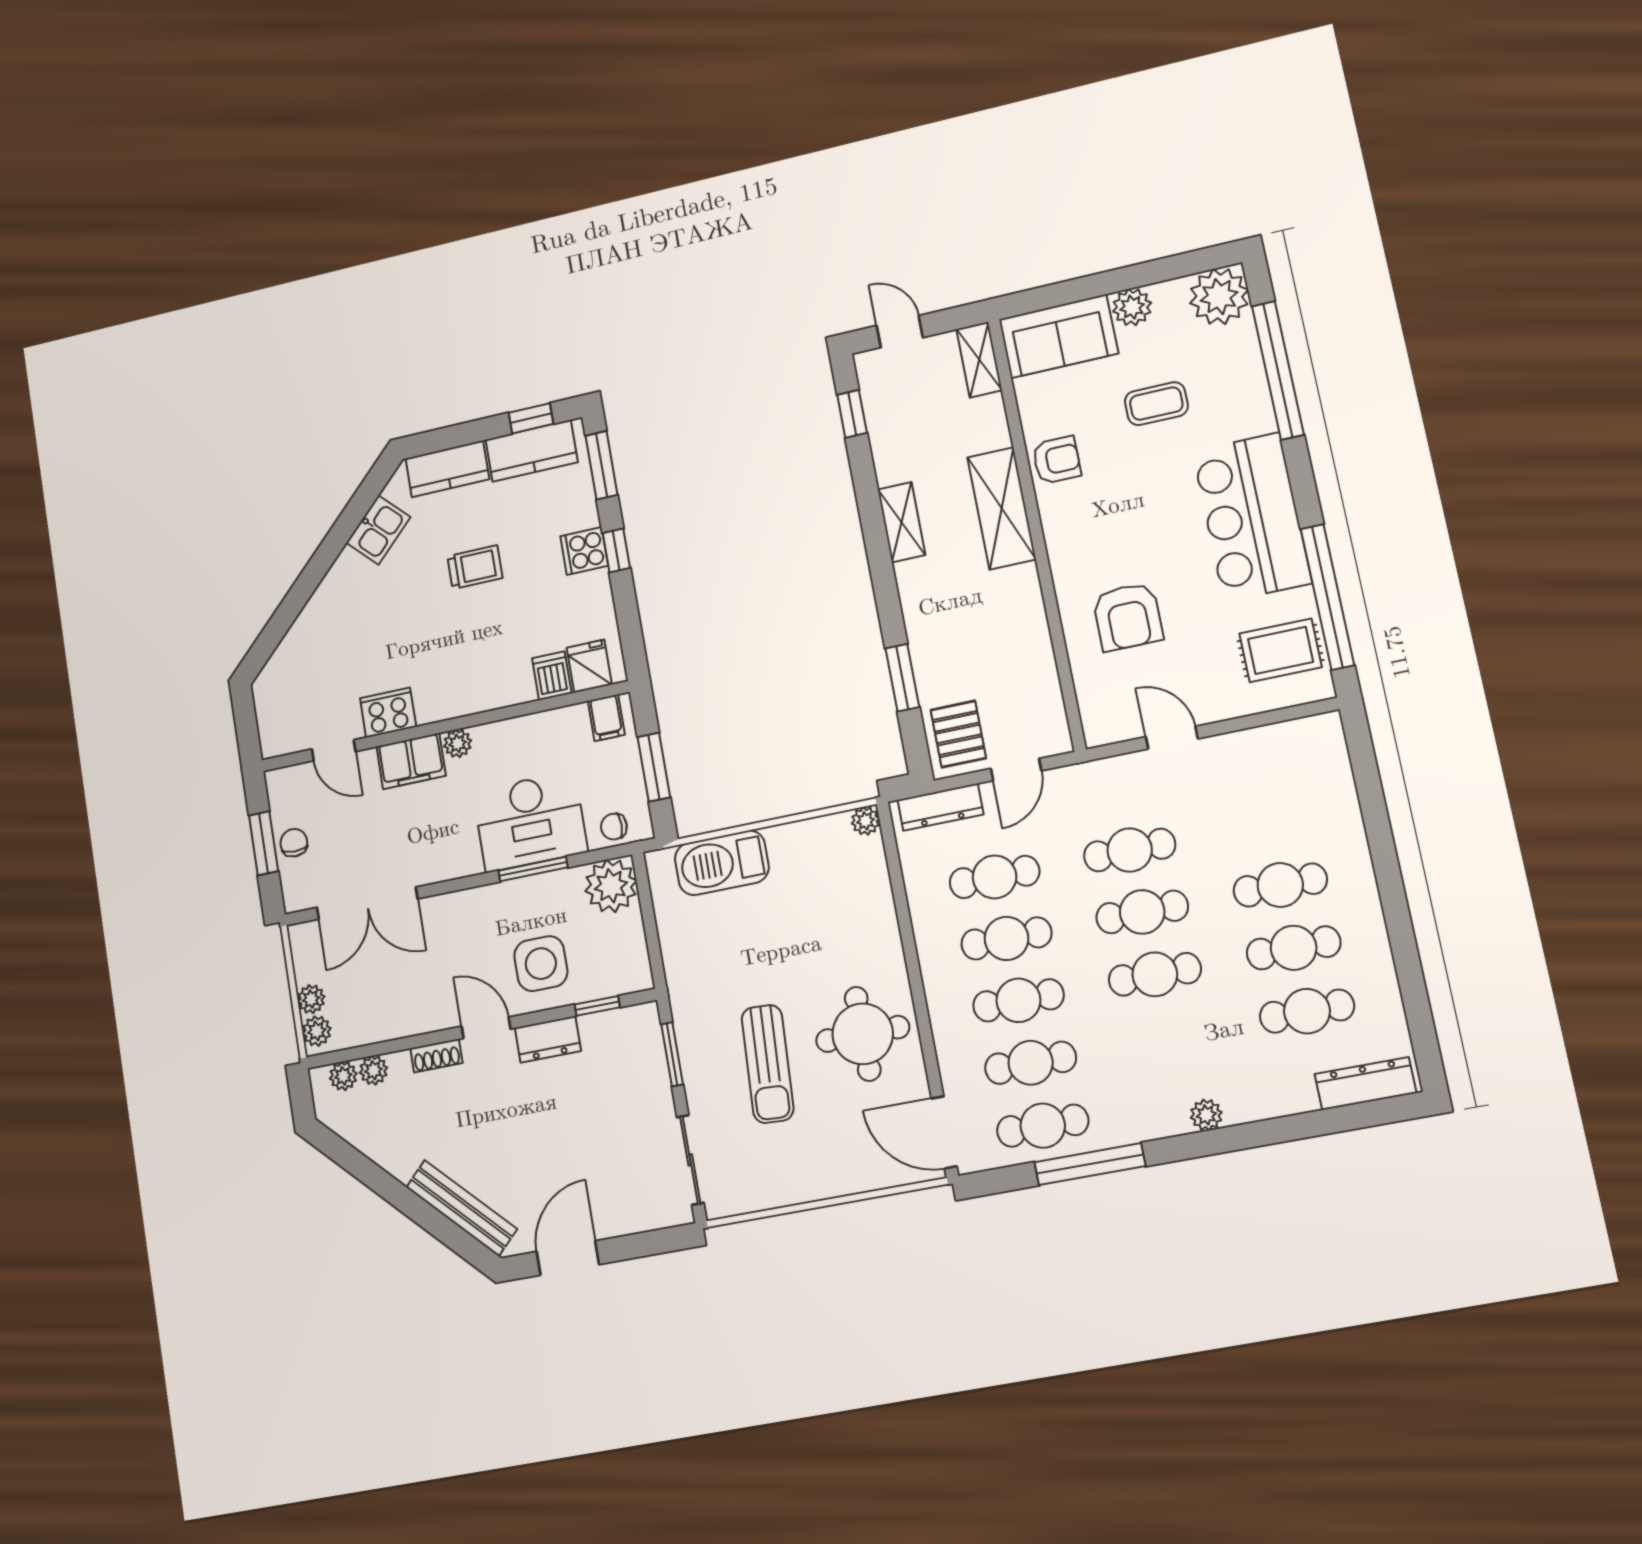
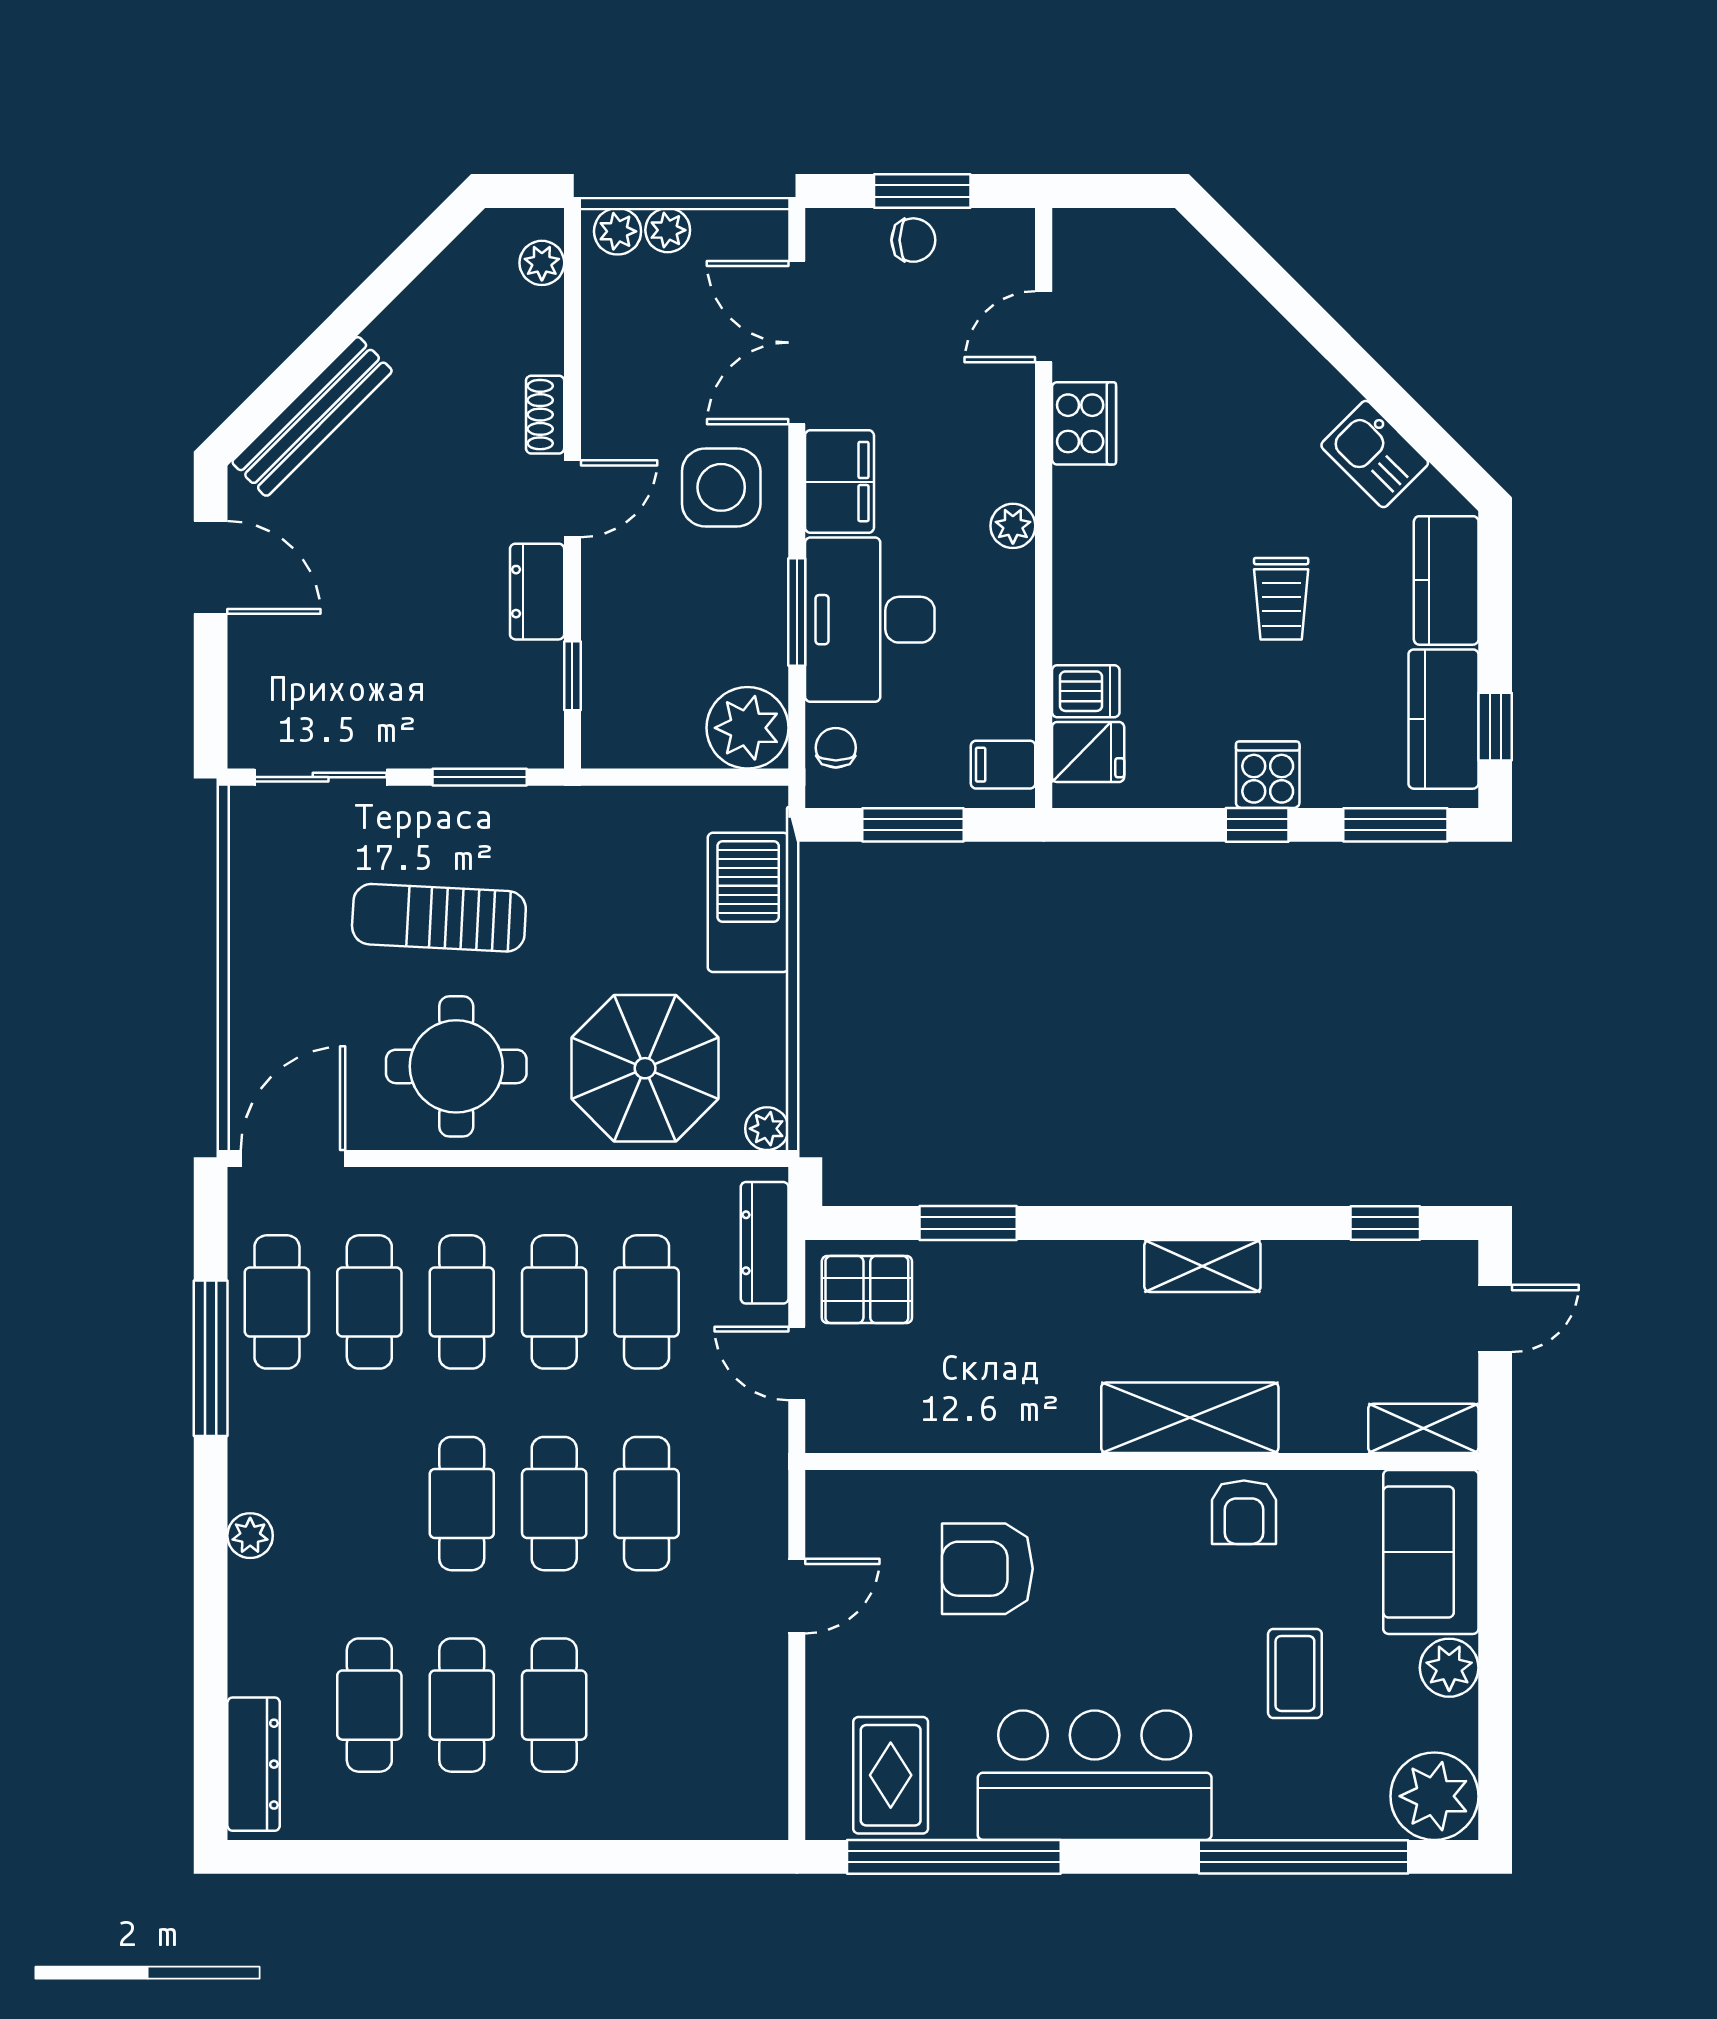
filing cabinet: (411, 761) -> (839, 482), moved, turned 180
parasol: (841, 909) -> (645, 1068), added
side table: (541, 964) -> (721, 487), moved
plant: (374, 1070) -> (542, 312), removed

